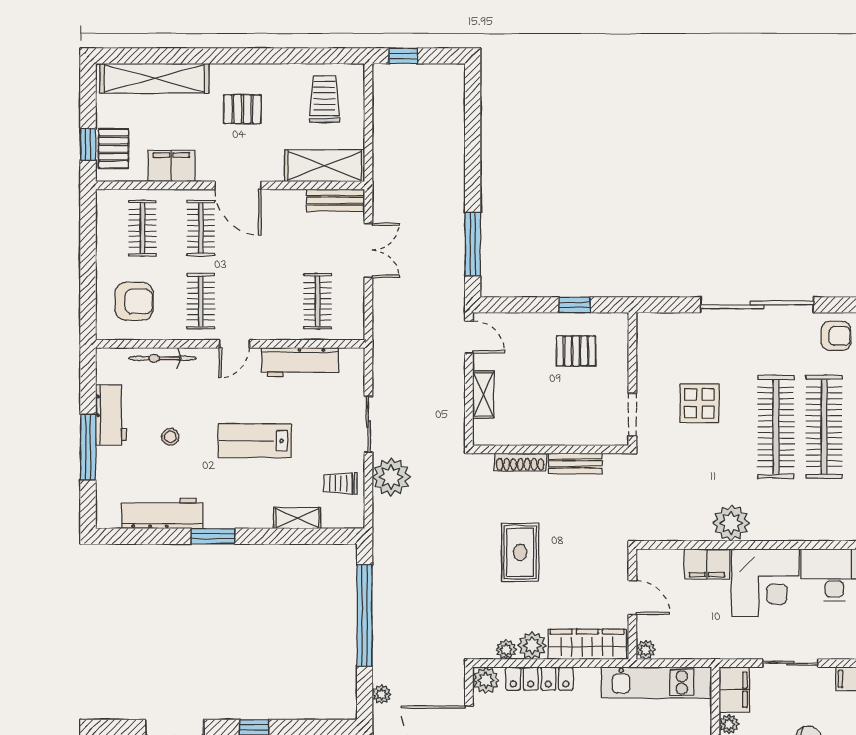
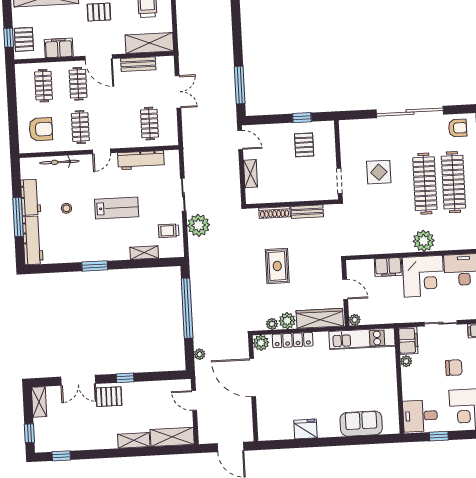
bench: (335, 200) -> (138, 64), moved
pallet: (576, 351) -> (304, 145), turned 90
lab bench: (255, 441) -> (117, 208), turned 180
workbench: (162, 513) -> (33, 240), moved, turned 90
plant: (731, 523) -> (424, 241), moved

